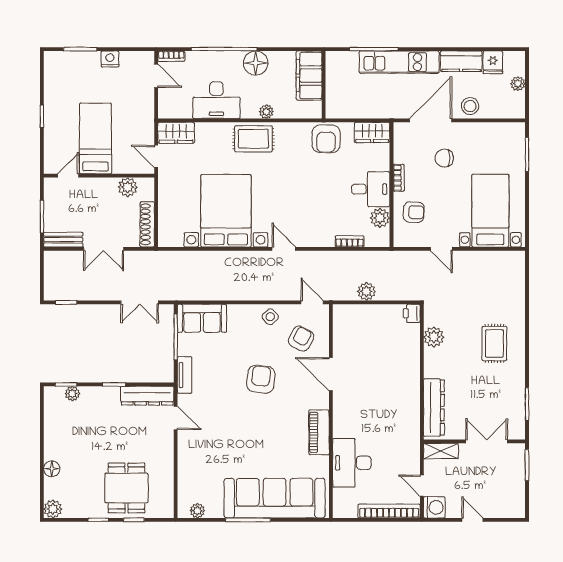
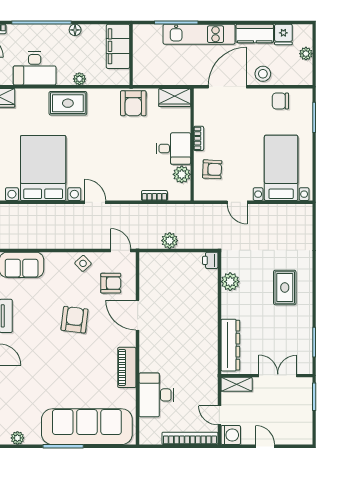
floor lamp: (256, 63) -> (75, 30), width x0.53, depth x0.53
chair: (444, 158) -> (280, 101), moved
armchair: (301, 339) -> (111, 283), turned 62

